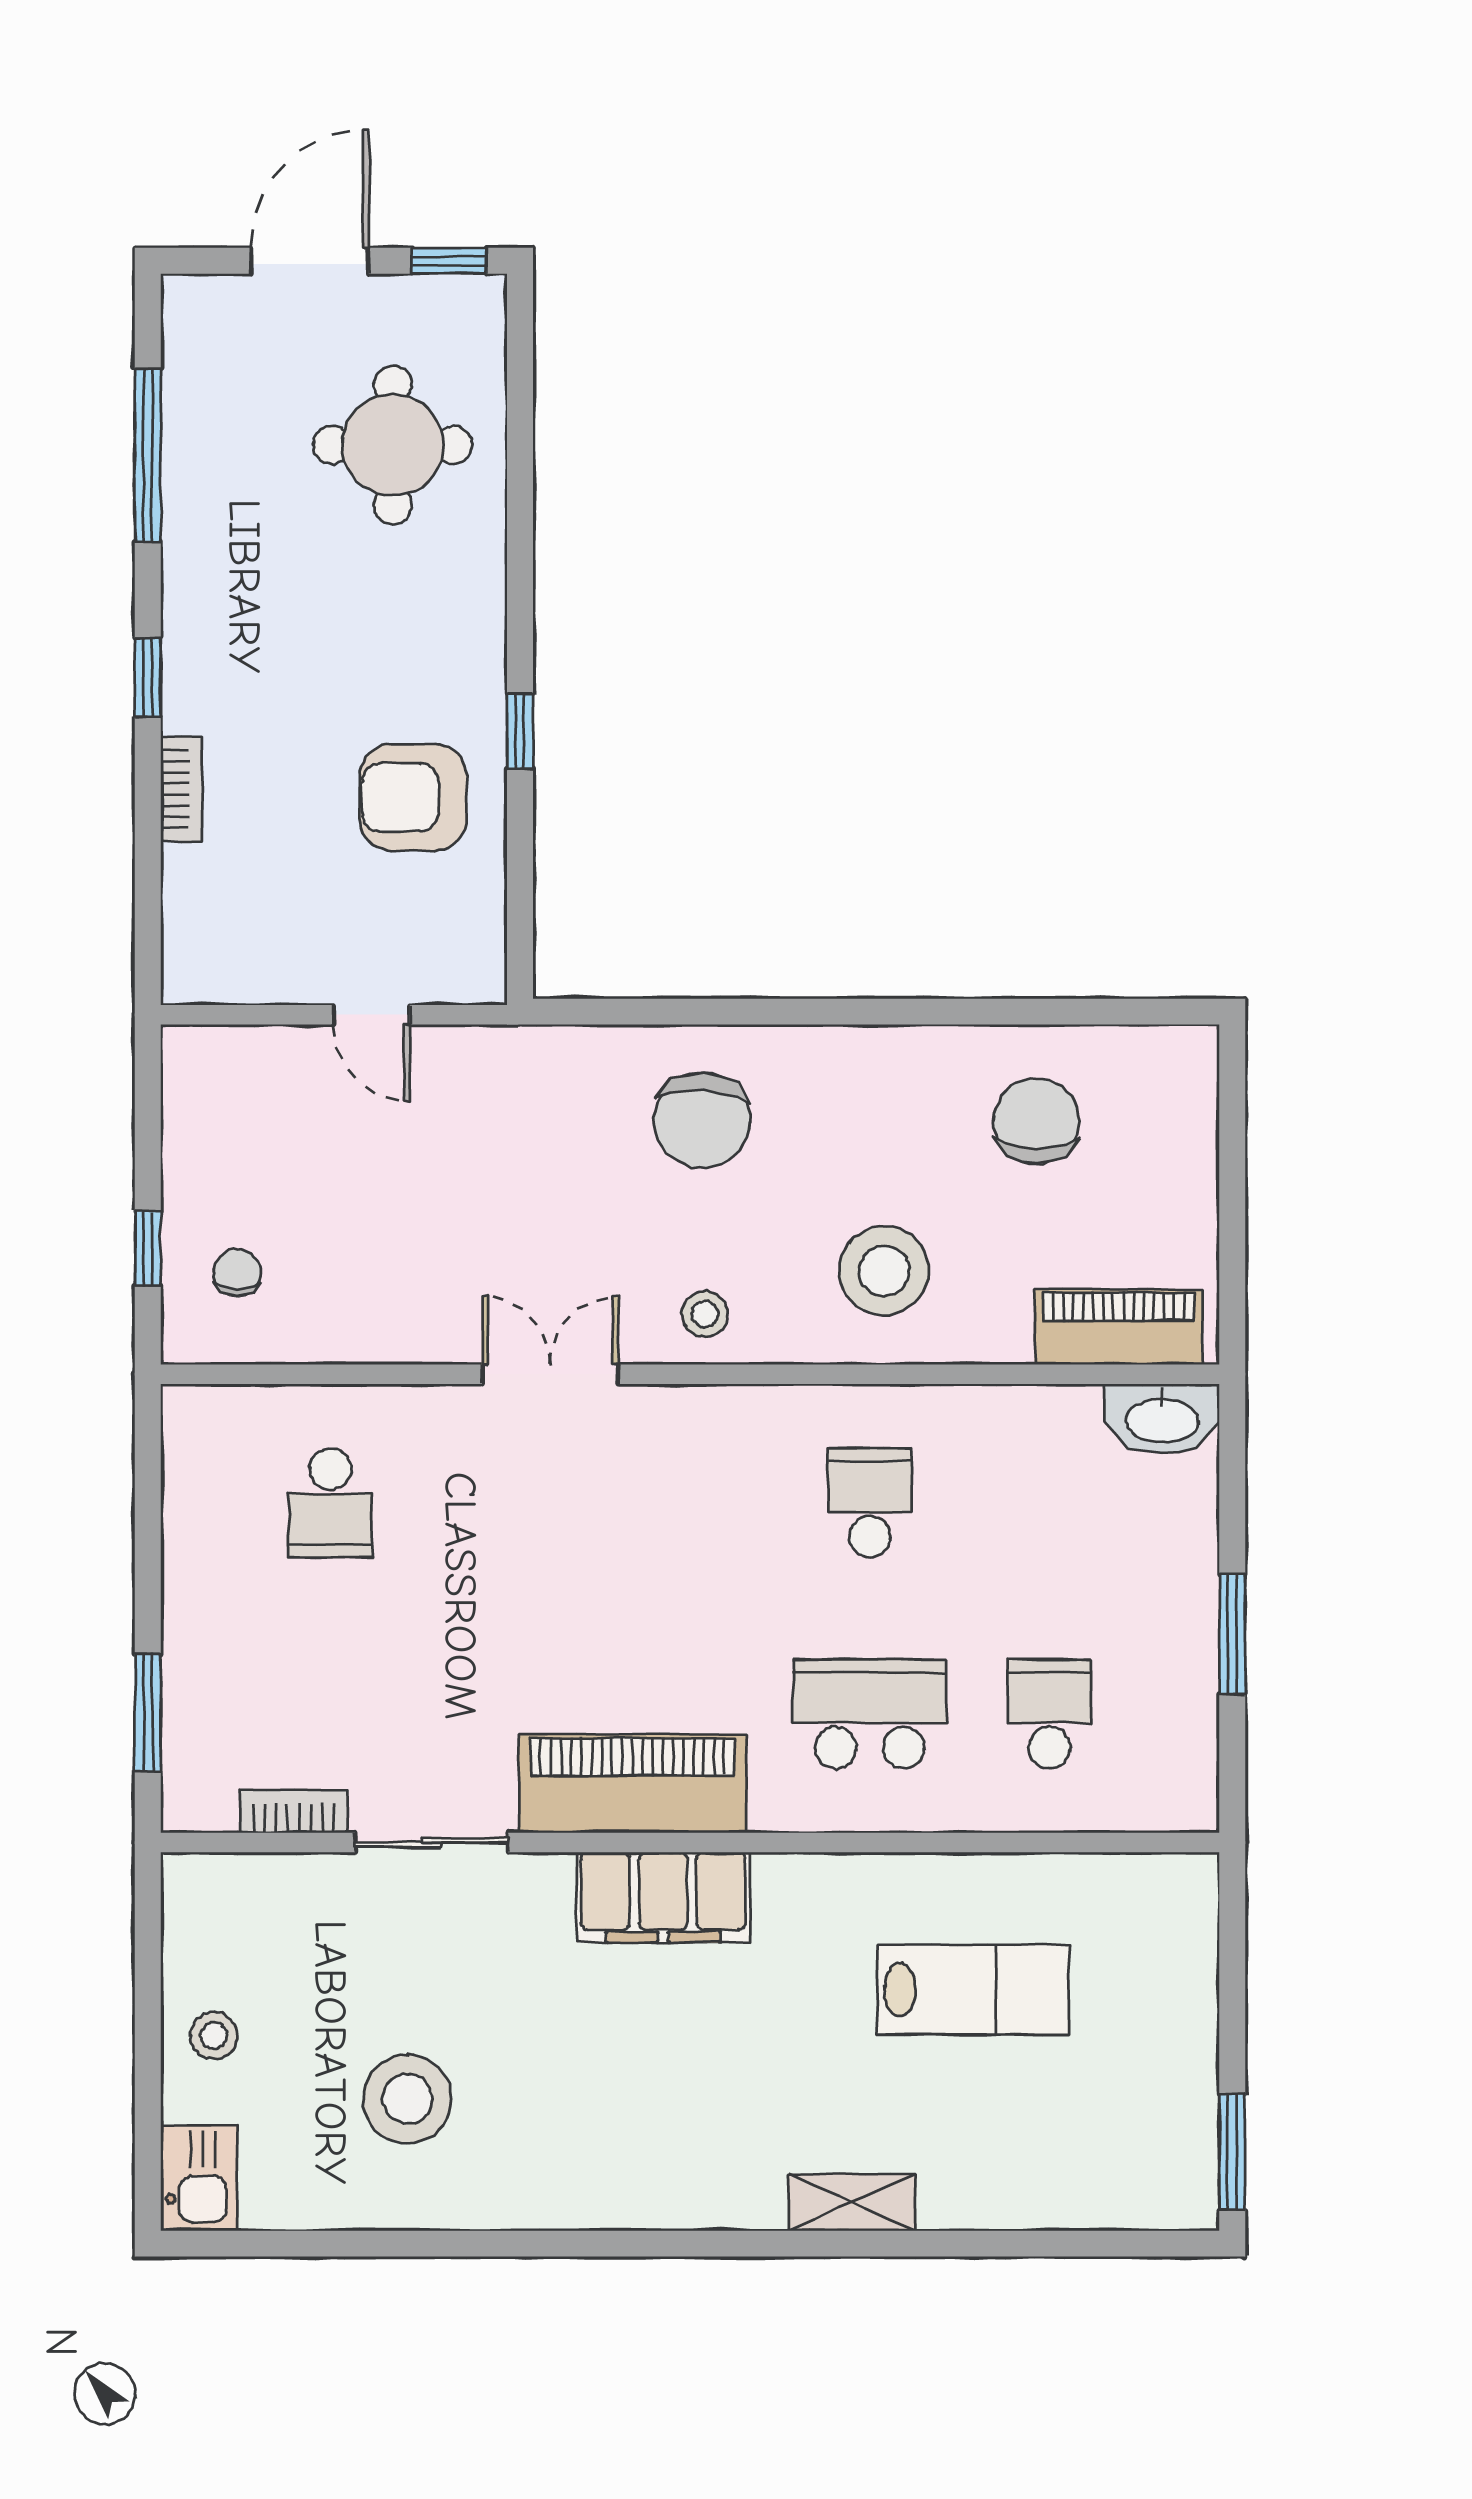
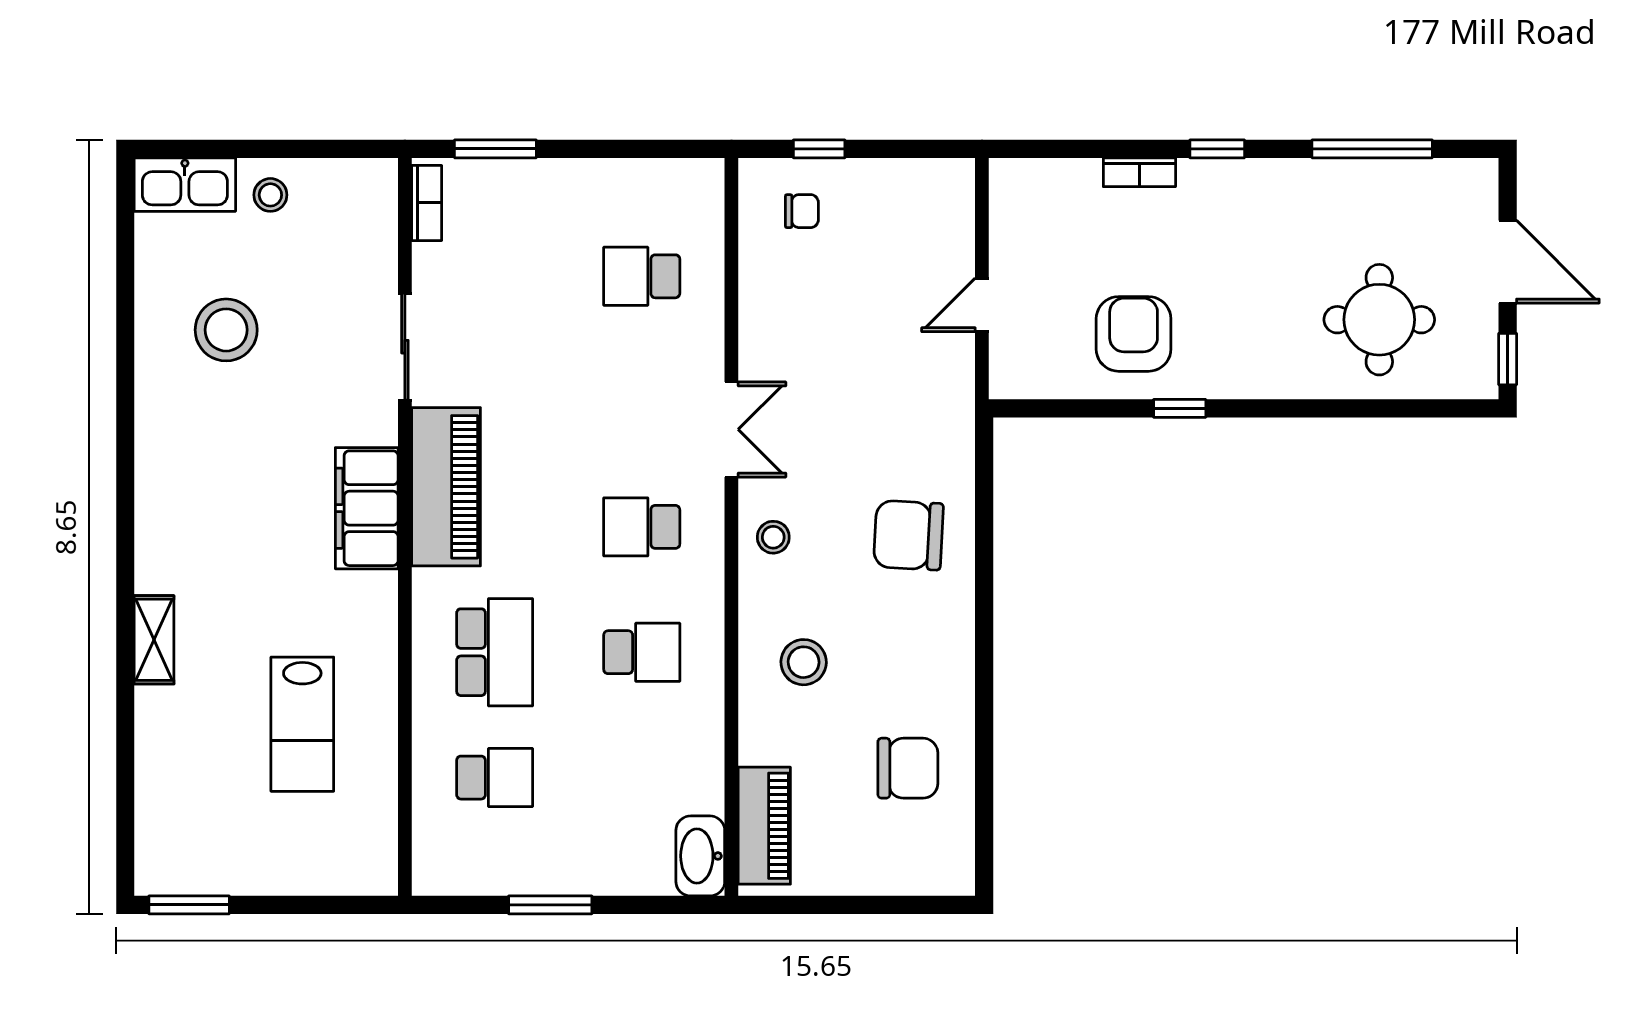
stool: (884, 1271) -> (804, 662), width x0.73, depth x0.73
school desk: (690, 1503) -> (642, 527), added
bookcase: (294, 1811) -> (427, 203), moved
kitchen sink: (199, 2178) -> (185, 185), width x1.38

